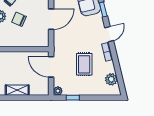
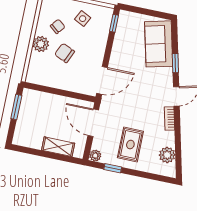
door: (51, 19) -> (102, 80), moved
rug: (84, 64) -> (130, 145), moved
shelving: (17, 90) -> (58, 147), moved

